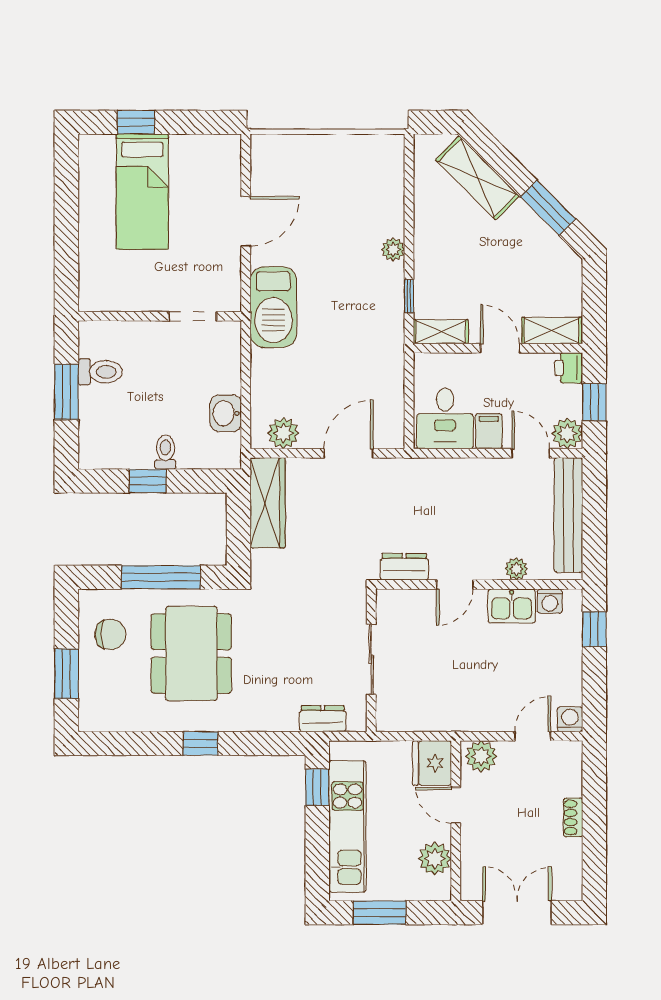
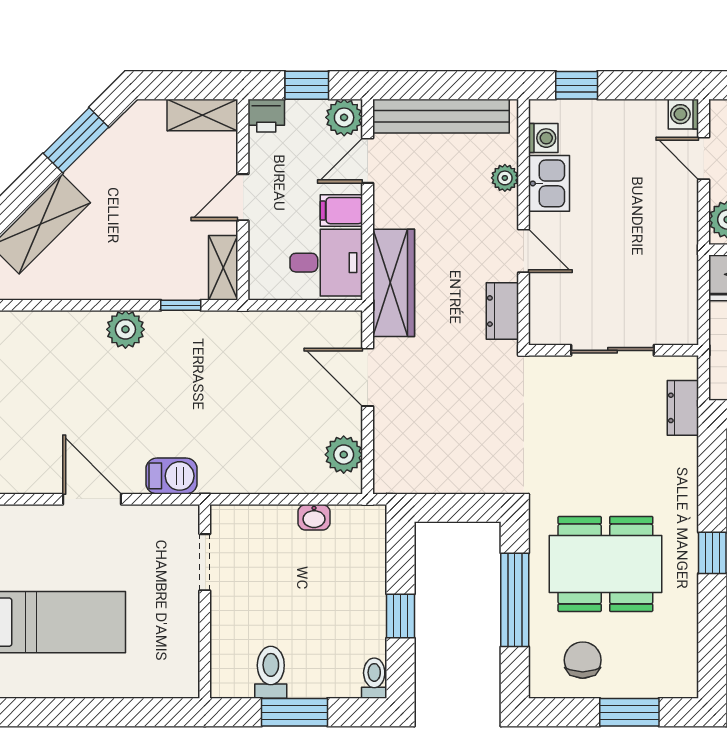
plant: (393, 249) -> (125, 329), width x1.38, depth x1.38
barbecue: (273, 307) -> (171, 476), width x0.53, depth x0.65
shelving: (552, 331) -> (202, 115), moved, turned 90
washbasin: (226, 413) -> (314, 517), width x0.72, depth x0.69
toilet: (165, 452) -> (374, 678), moved, turned 90
wardrobe: (268, 503) -> (394, 283), moved, turned 90

